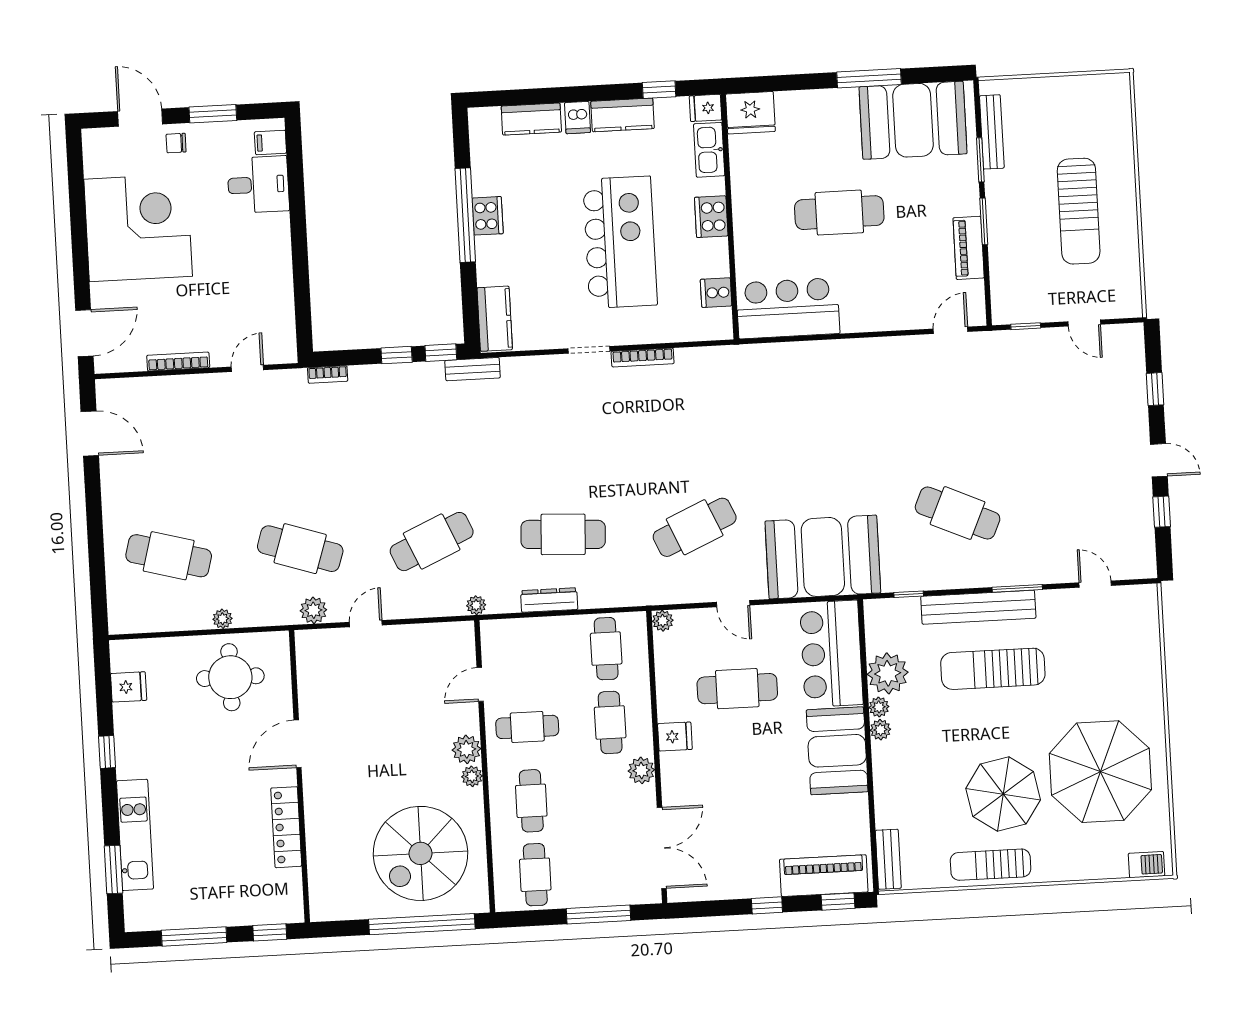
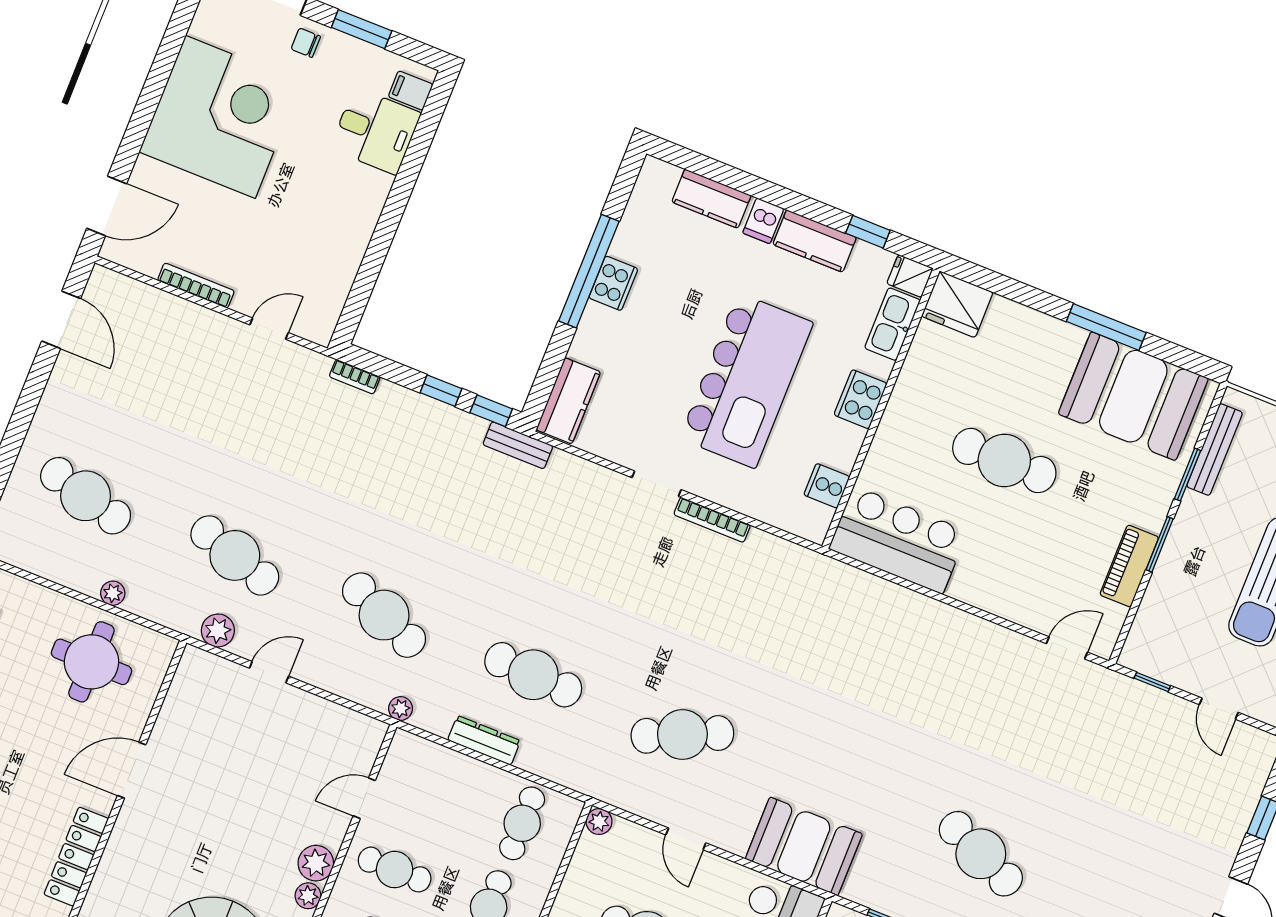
cafe table: (432, 542) -> (384, 615), turned 48
booth: (823, 557) -> (804, 846), width x0.73, depth x0.70

